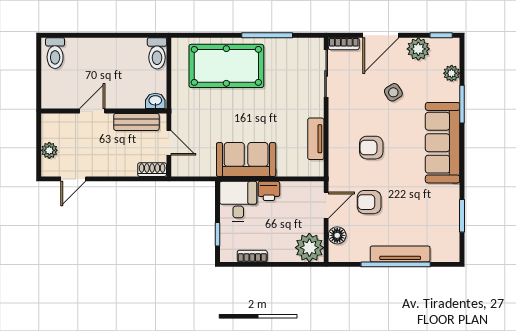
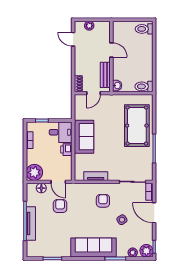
plant: (418, 49) -> (146, 251), moved
armchair: (371, 148) -> (103, 201), moved

